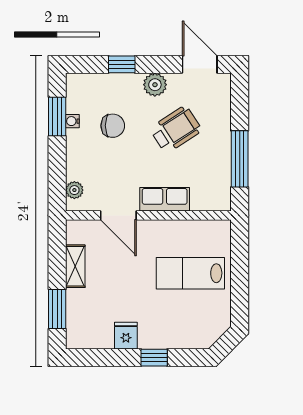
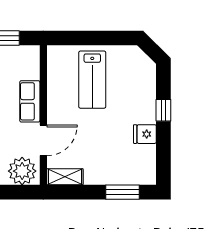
plant: (74, 190) -> (22, 171), width x1.87, depth x1.87
shelving: (75, 266) -> (65, 177), moved

